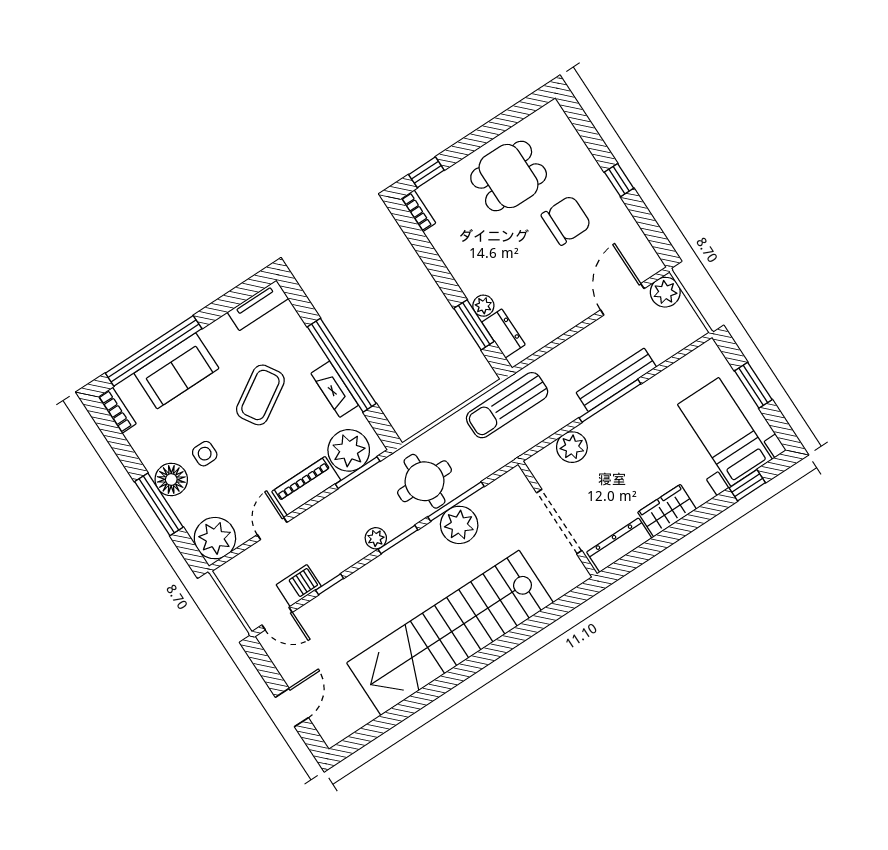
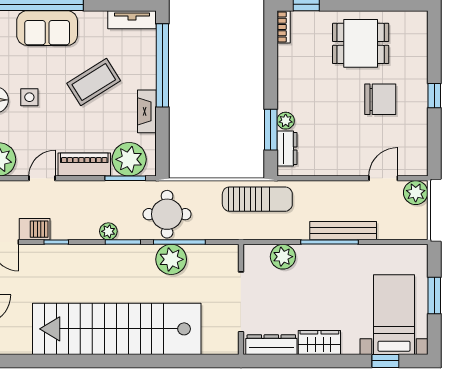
door: (622, 299) -> (383, 178), width x0.73
window: (342, 365) -> (162, 65), moved
sun lounger: (507, 405) -> (257, 199), turned 180

